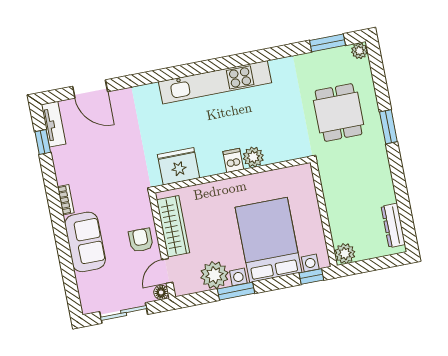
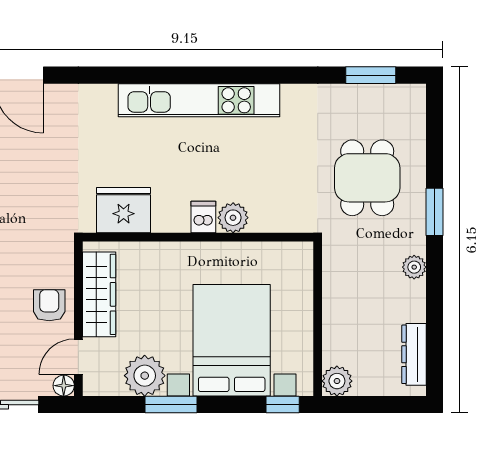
plant: (359, 51) -> (414, 267), moved

